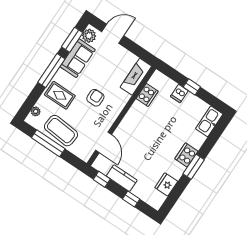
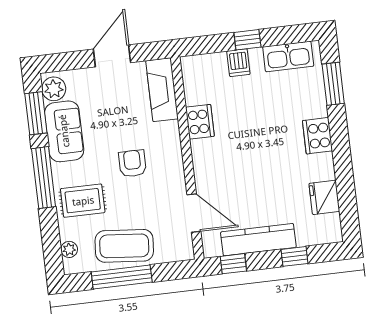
door: (113, 34) -> (112, 56), moved
cooker: (147, 95) -> (200, 122), moved
kitchen sink: (209, 121) -> (288, 56), moved, turned -90
window: (194, 167) -> (333, 84), moved
kitchen counter: (122, 178) -> (258, 240), width x1.50

